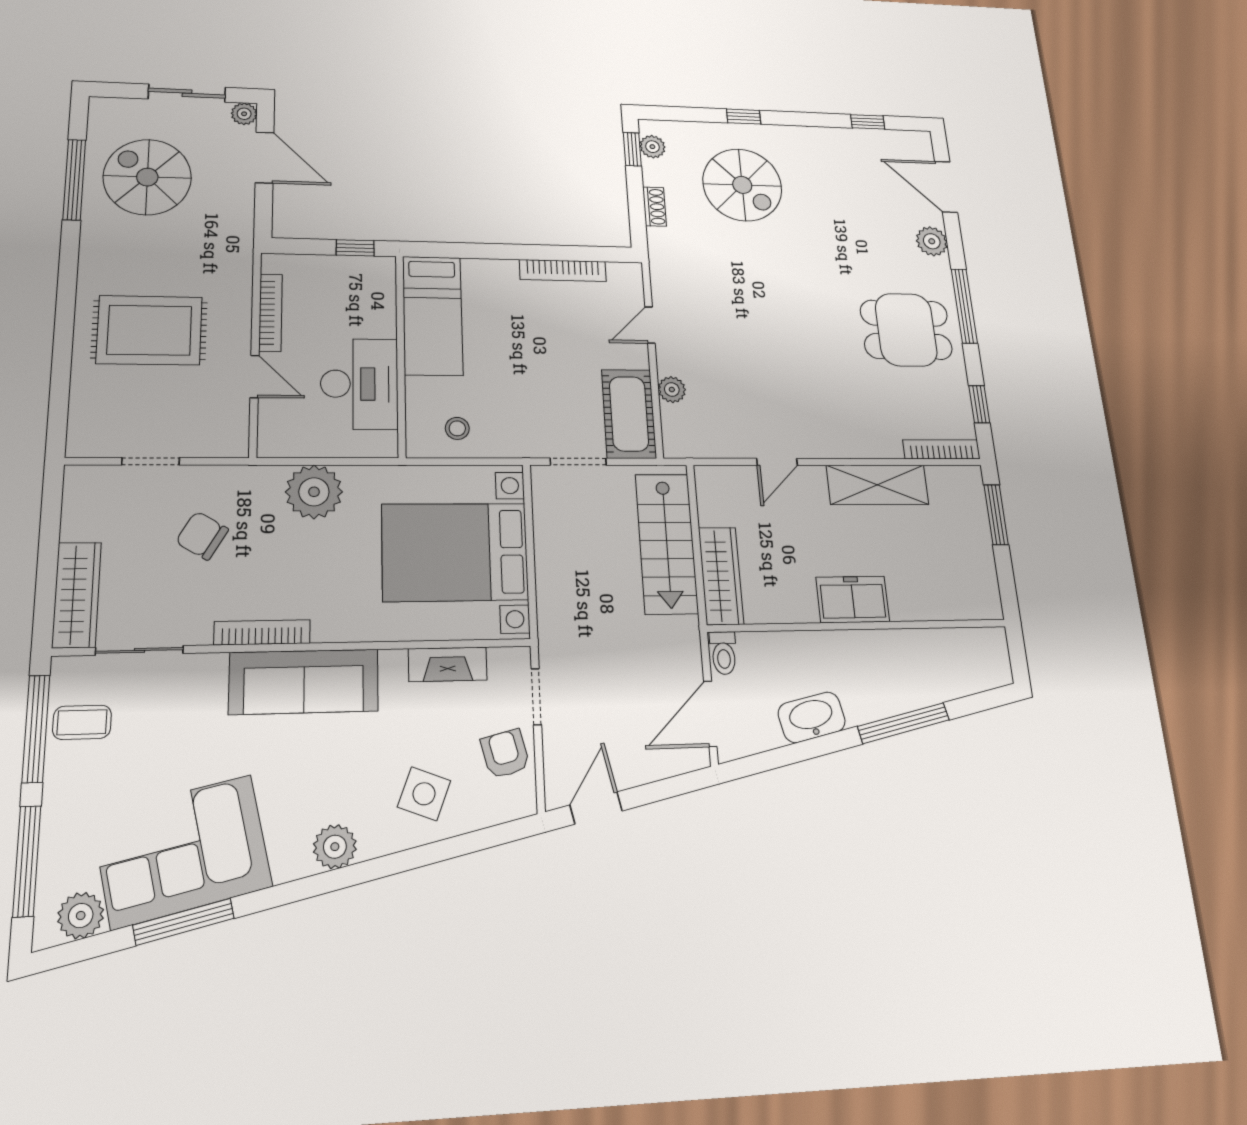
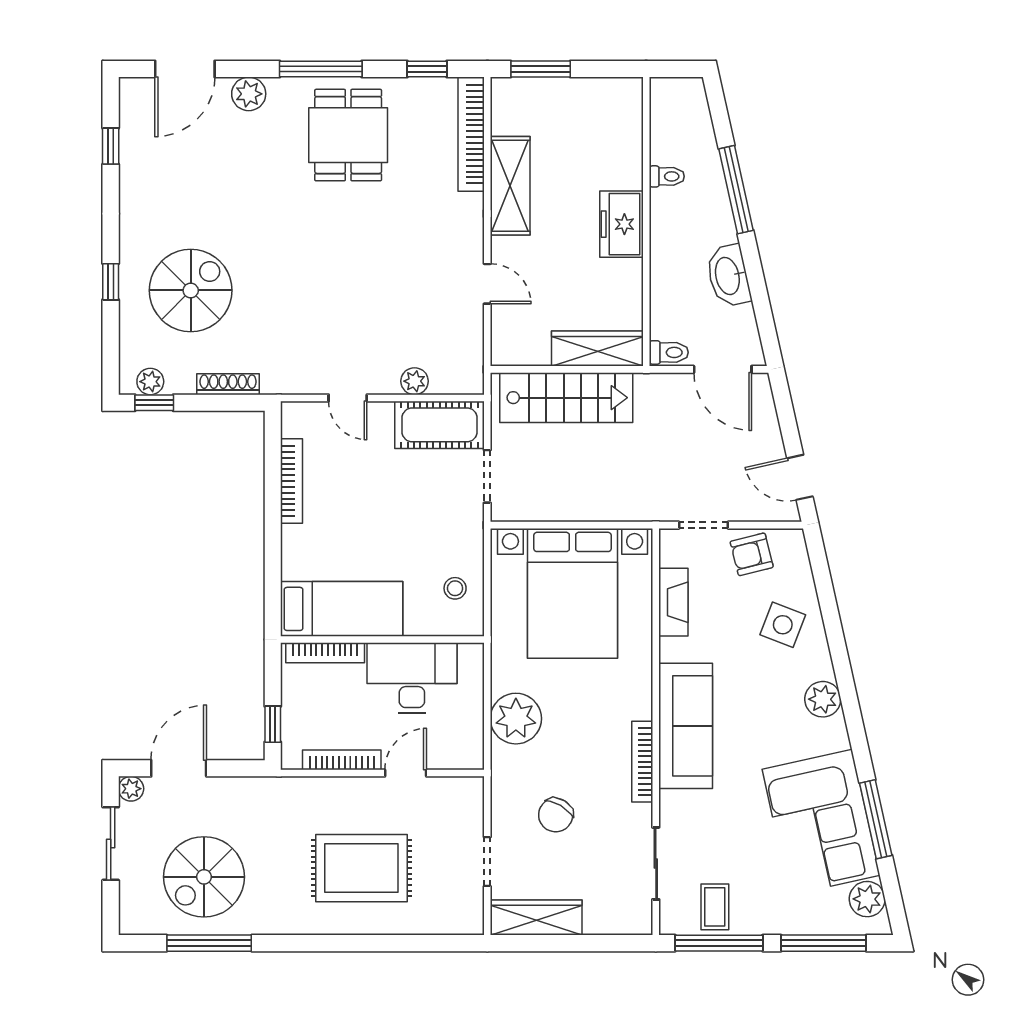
shoe rack: (655, 207) -> (228, 384), width x1.43
window: (355, 248) -> (273, 724), moved
bookcase: (386, 299) -> (325, 653), added
rug: (149, 330) -> (361, 868), turned 90
bookcase: (941, 449) -> (471, 134), width x1.48, depth x1.31
wardrobe: (77, 595) -> (536, 918), moved
toilet: (908, 647) -> (667, 176), added

